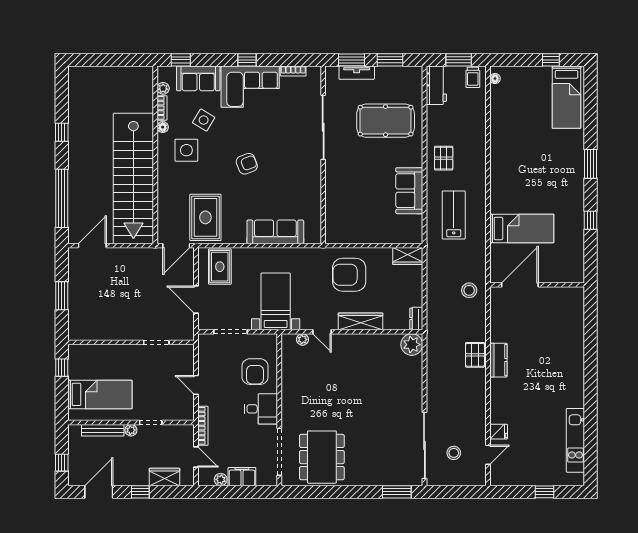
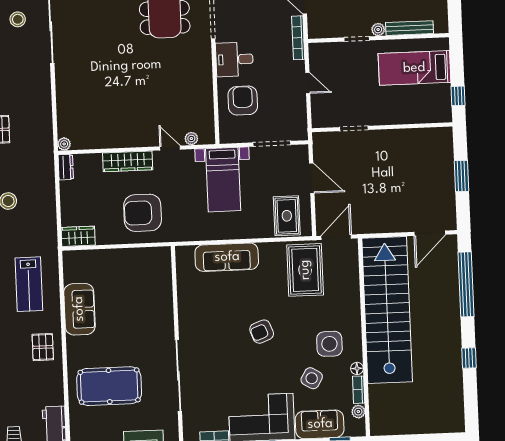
armchair: (349, 275) -> (143, 213), turned 180
plant: (412, 345) -> (64, 144), width x0.53, depth x0.53

